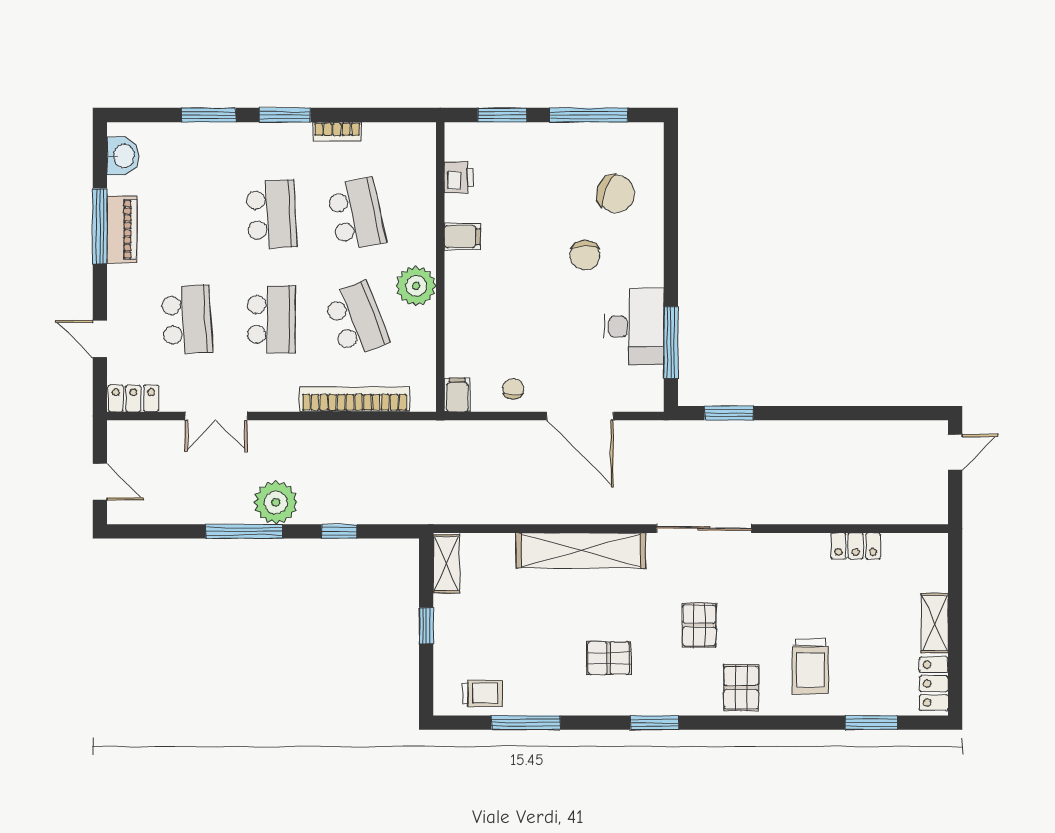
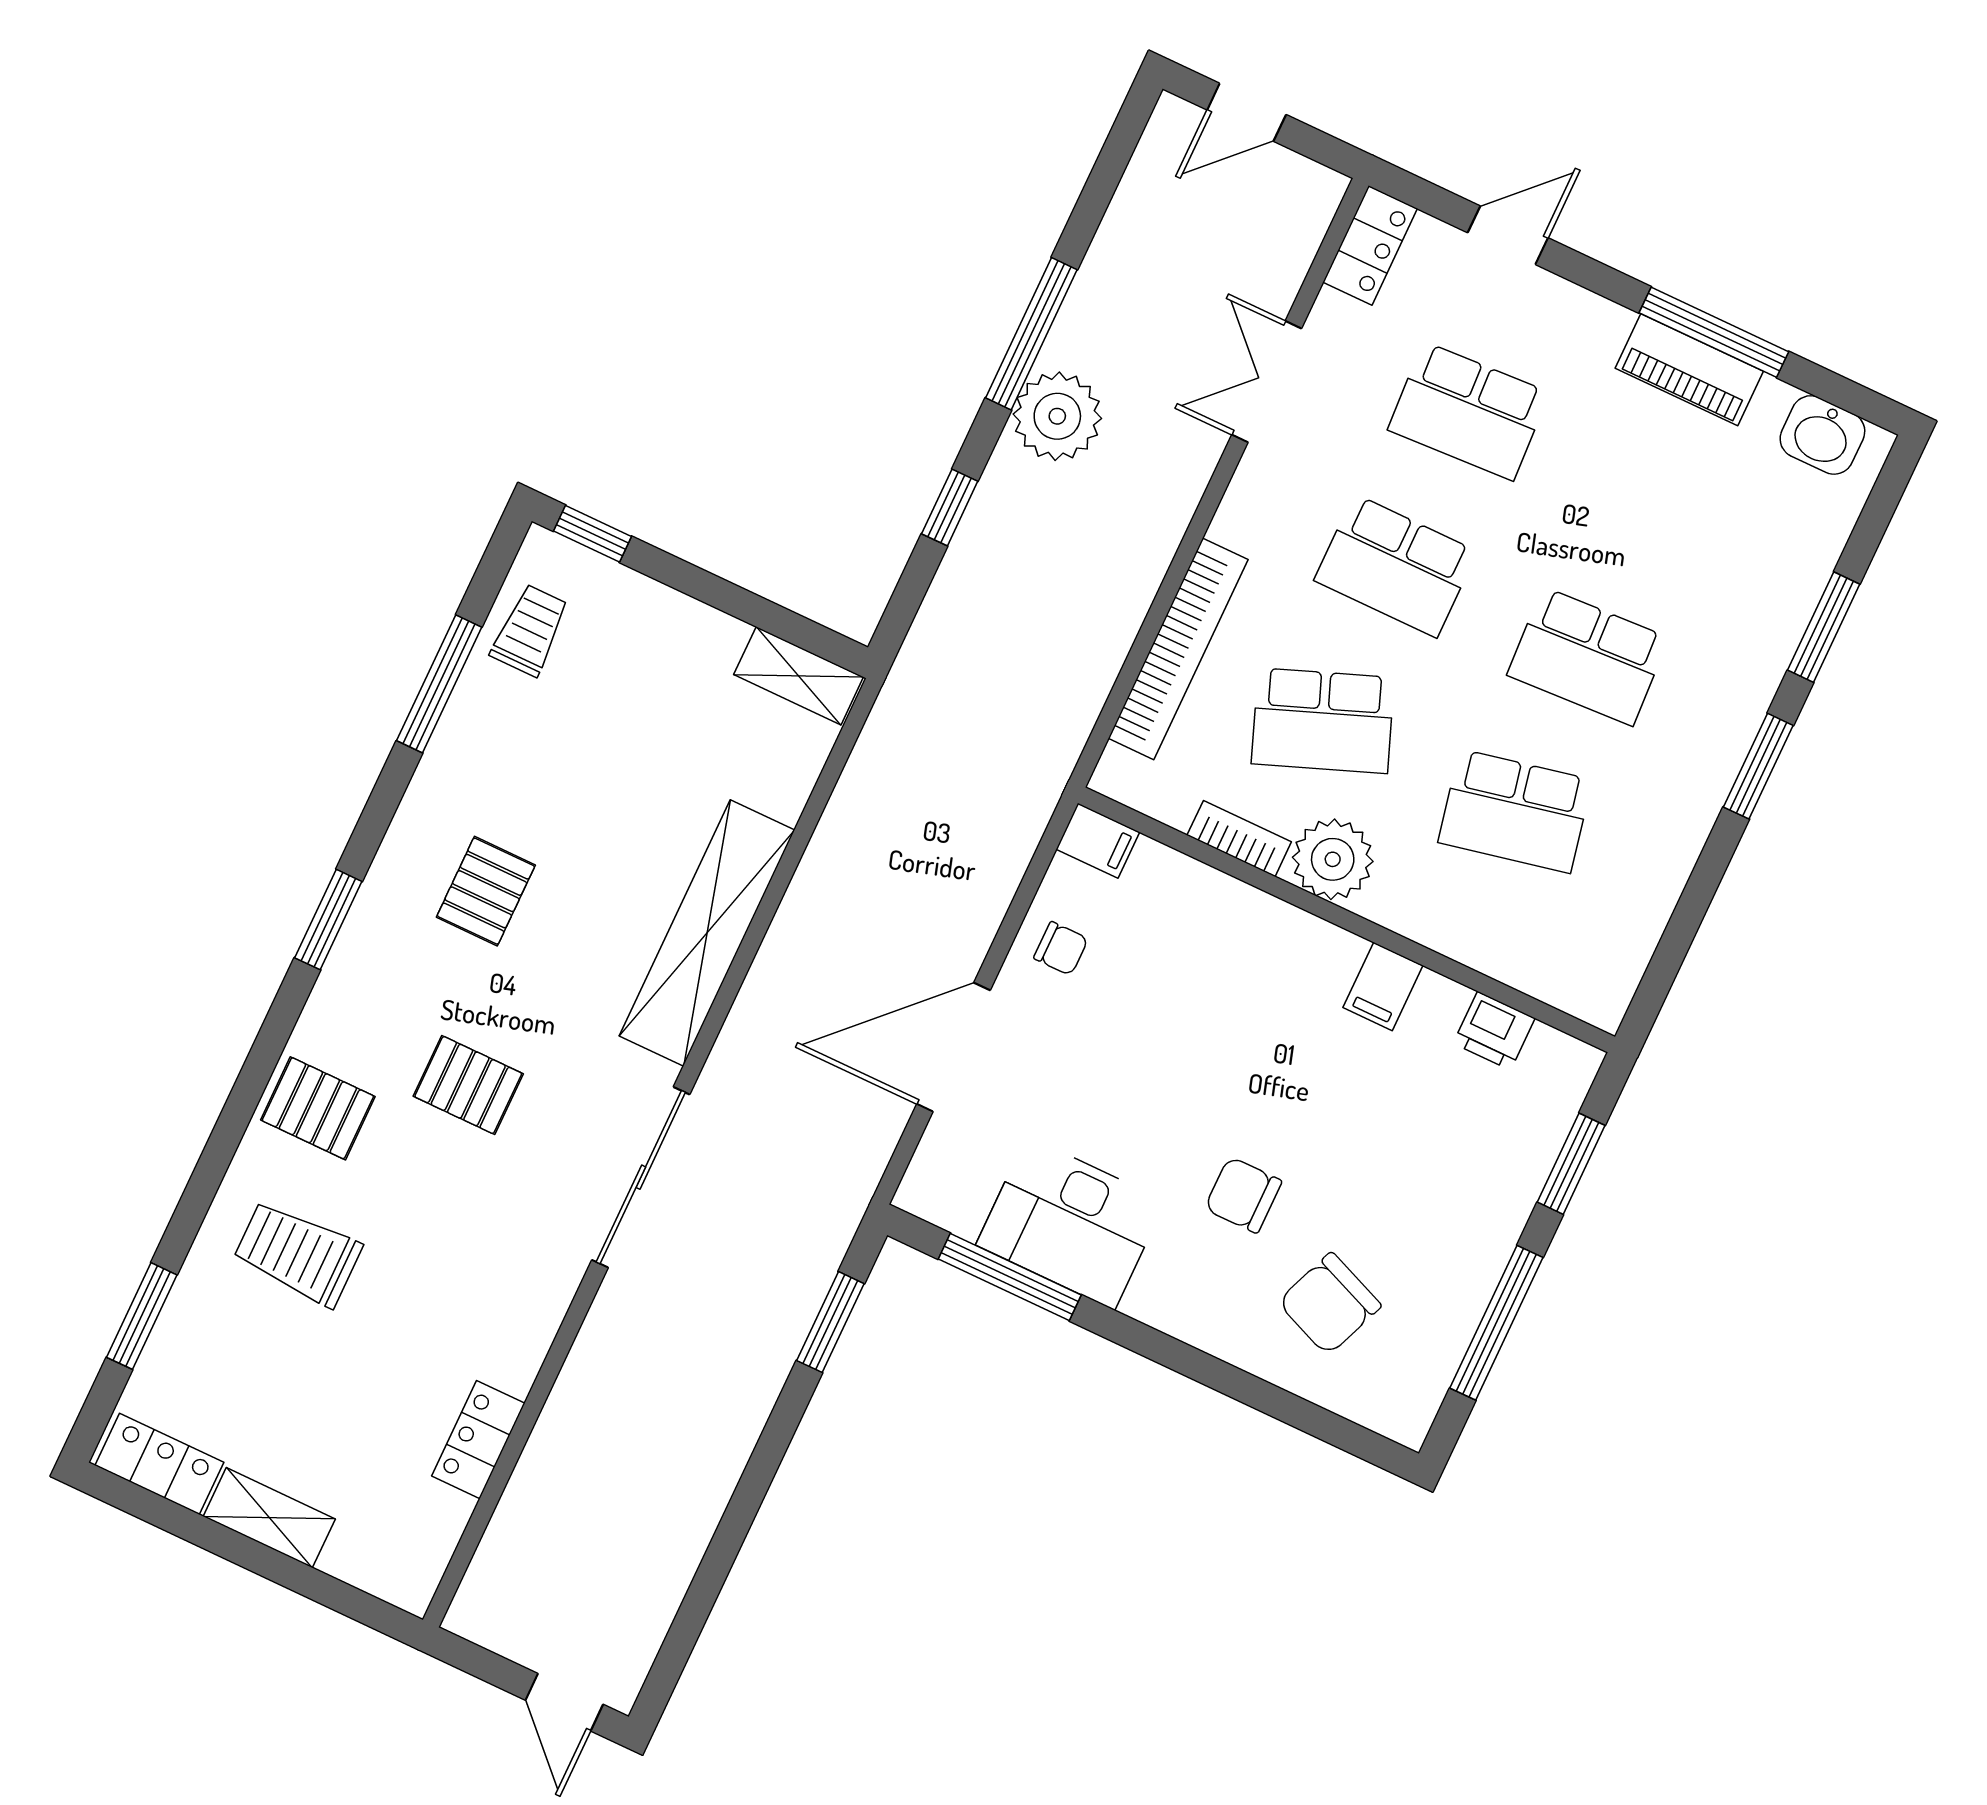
bookcase: (337, 132) -> (1239, 839), moved, turned 90
window: (426, 626) -> (593, 534), moved
trolley: (483, 693) -> (530, 630), turned 180

